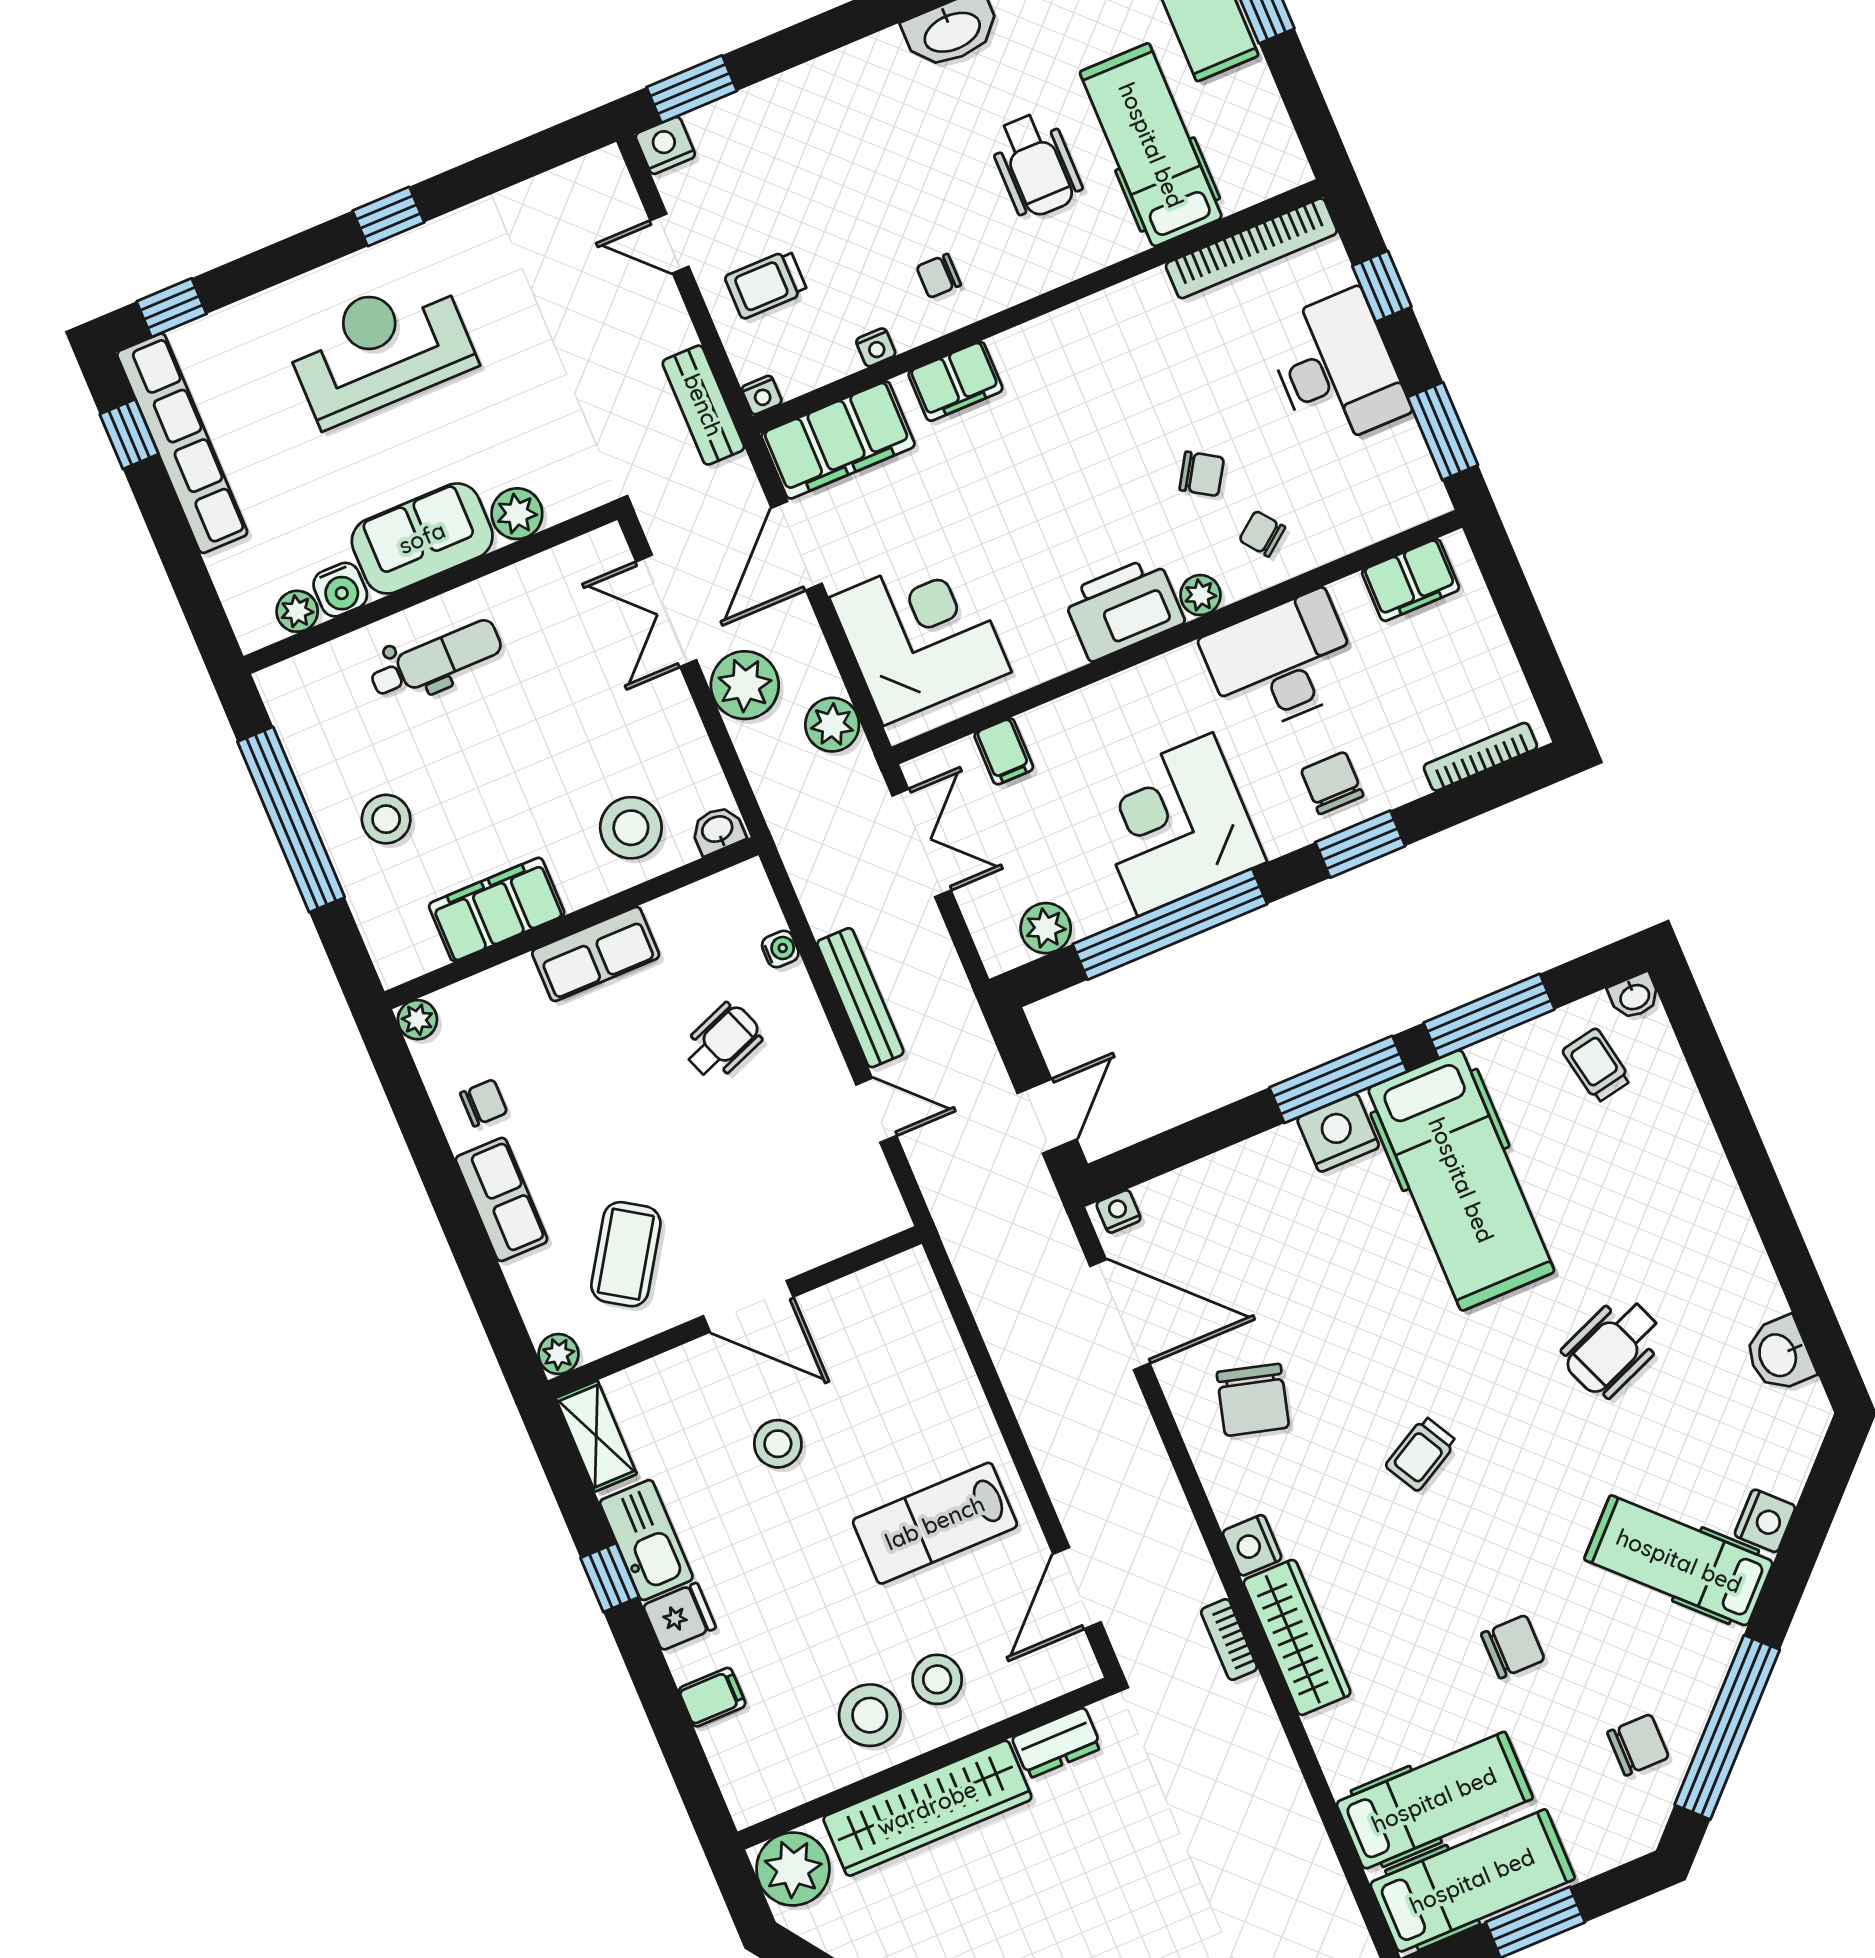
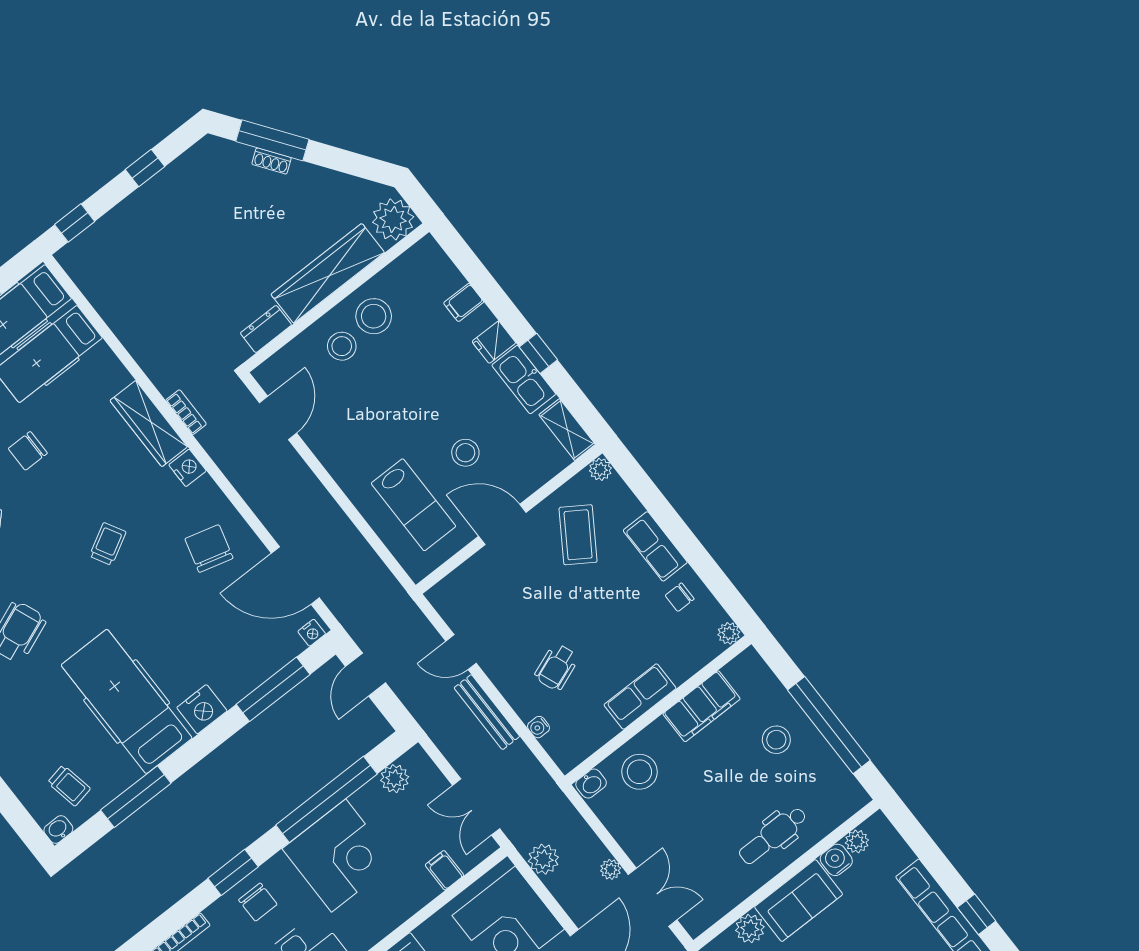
plant: (745, 685) -> (611, 869), width x0.53, depth x0.53
window: (1338, 1079) -> (273, 689), moved
lab bench: (935, 1523) -> (413, 505), moved, turned 90

